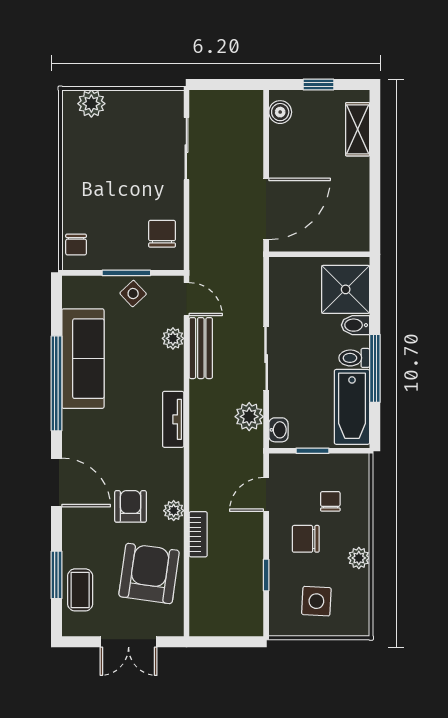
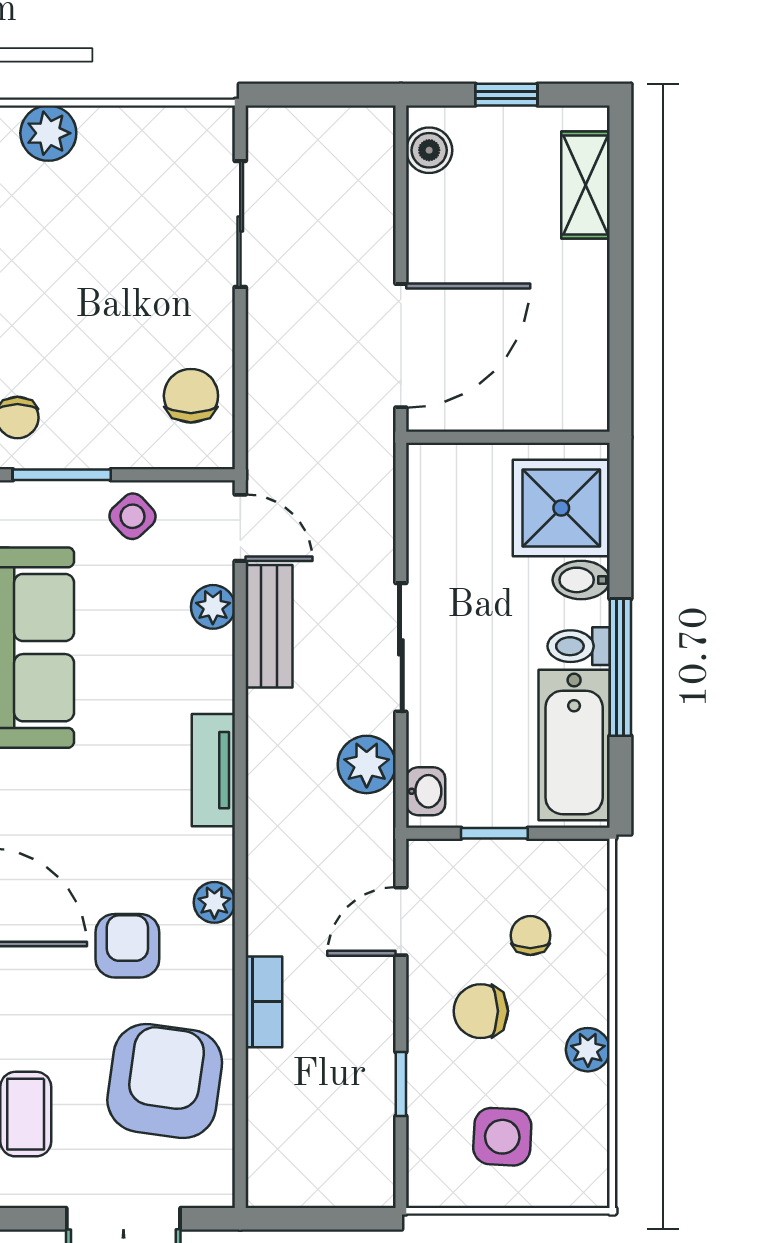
window: (126, 273) -> (62, 475), moved
plant: (174, 511) -> (214, 902), moved

